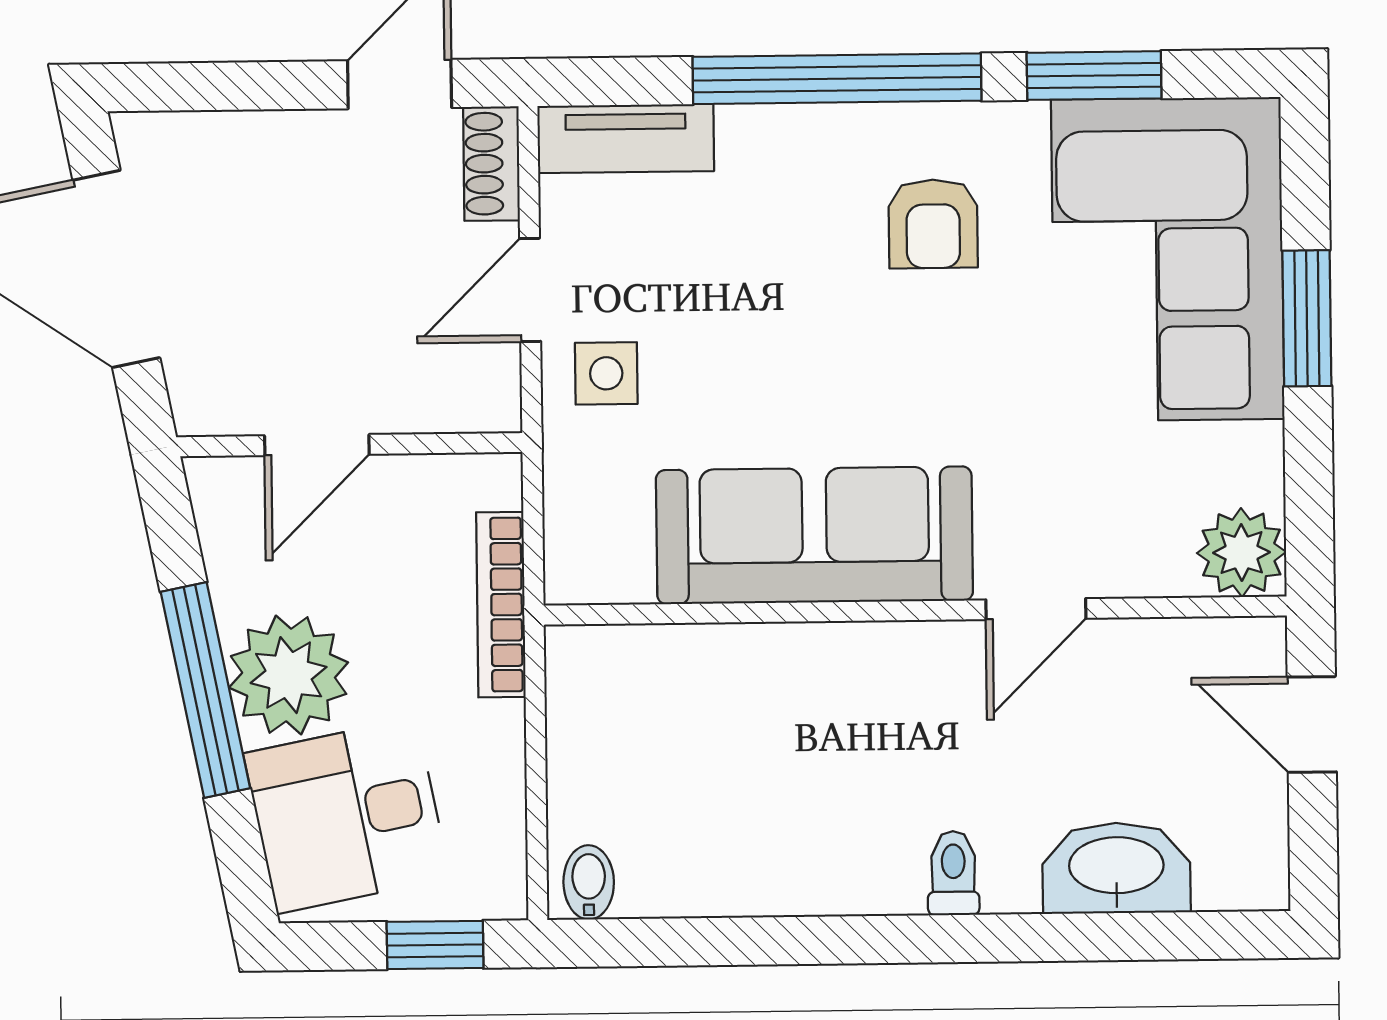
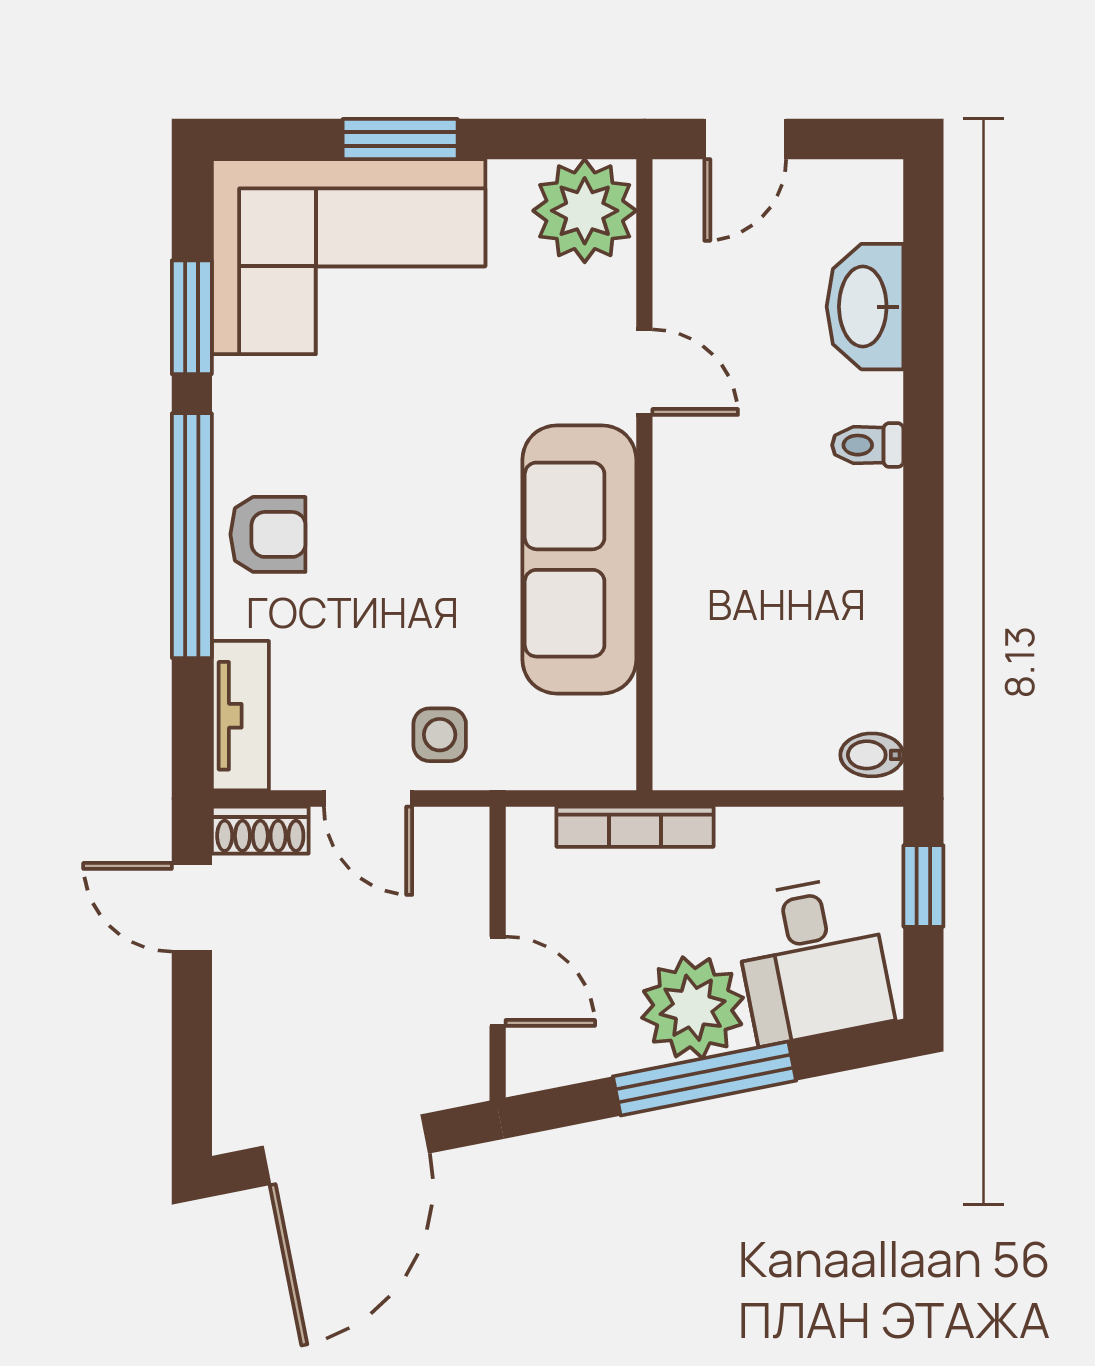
armchair: (933, 224) -> (268, 534), moved
plant: (1242, 553) -> (585, 211), width x1.36, depth x1.36

